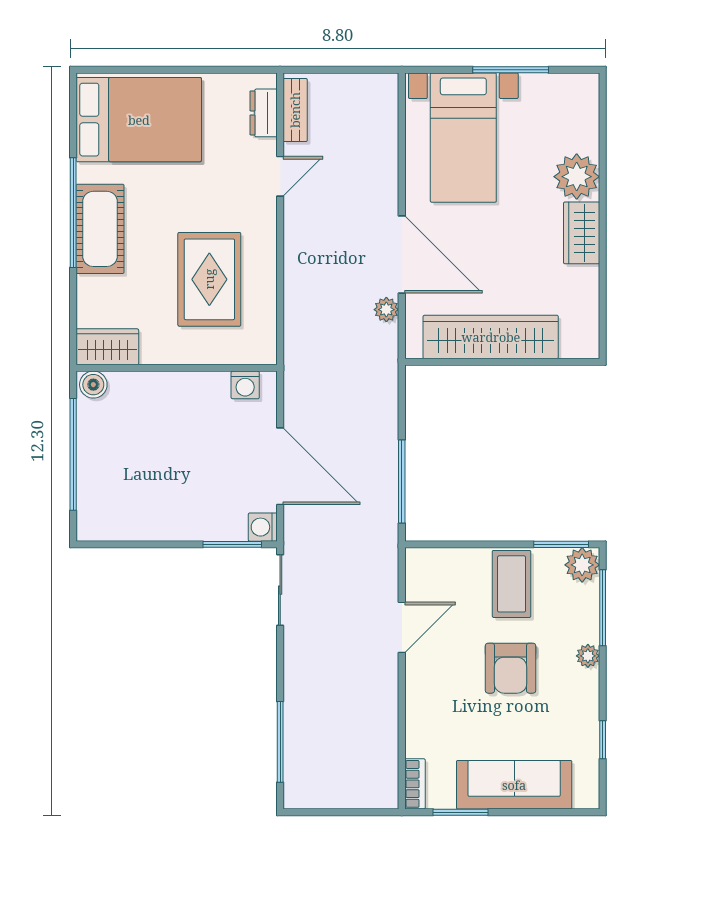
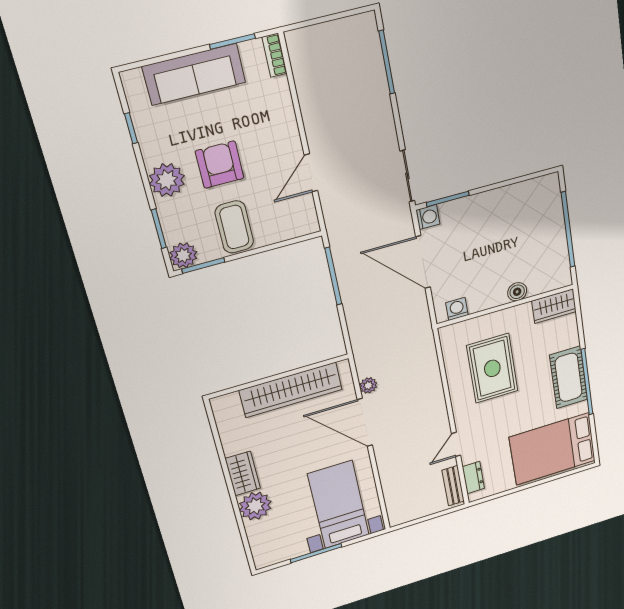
boiler: (93, 385) -> (517, 292), moved
window: (603, 608) -> (159, 229), width x0.69
plant: (588, 656) -> (167, 180), width x1.88, depth x1.88

